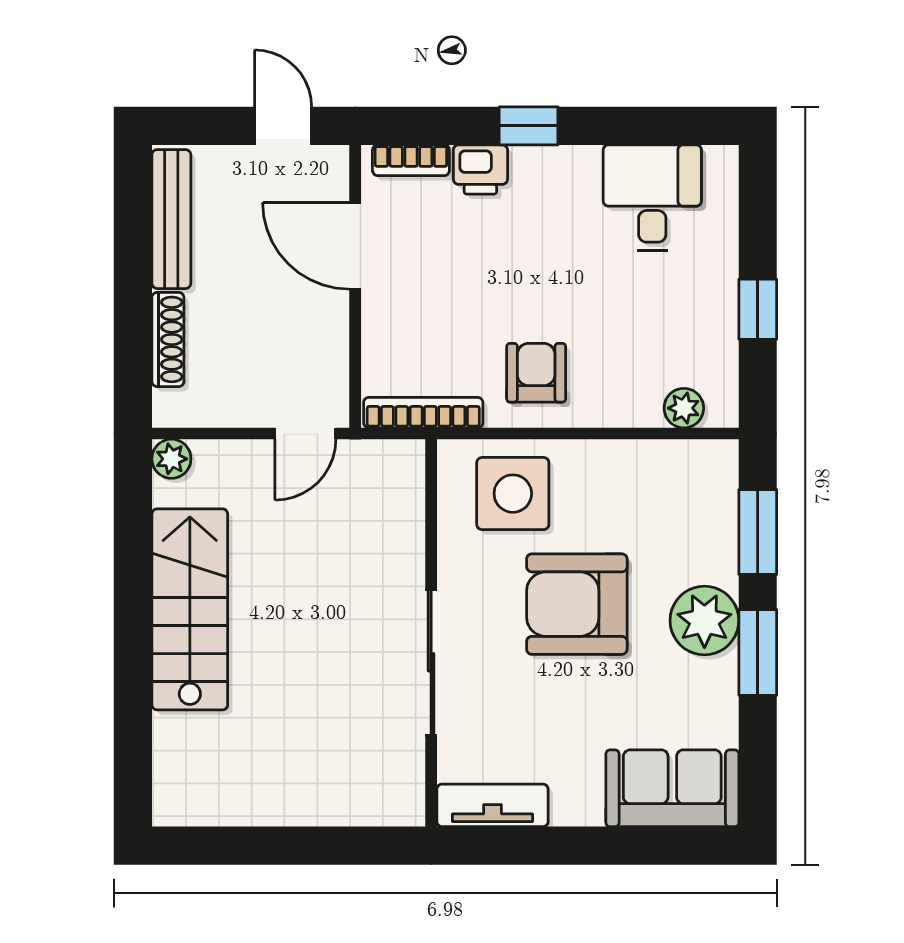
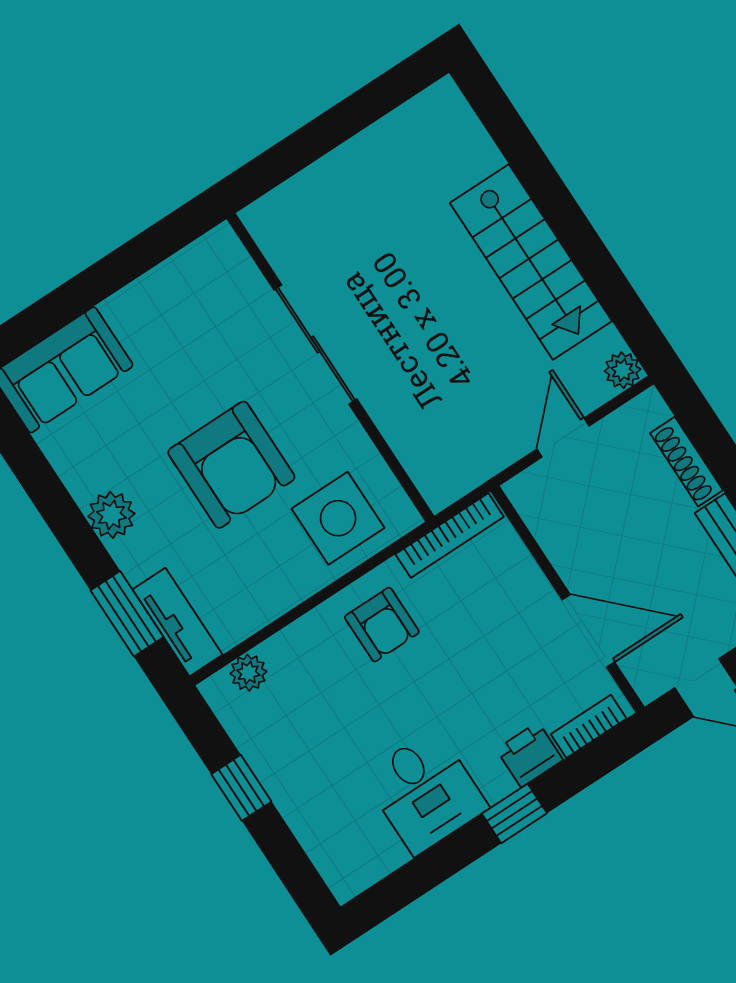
desk: (652, 198) -> (425, 792), moved
door: (305, 434) -> (563, 438), moved
armchair: (577, 604) -> (231, 465), turned 90
plant: (704, 620) -> (111, 515), width x0.73, depth x0.73
window: (758, 652) -> (65, 520), removed
tv unit: (492, 805) -> (177, 622), moved, turned -90

